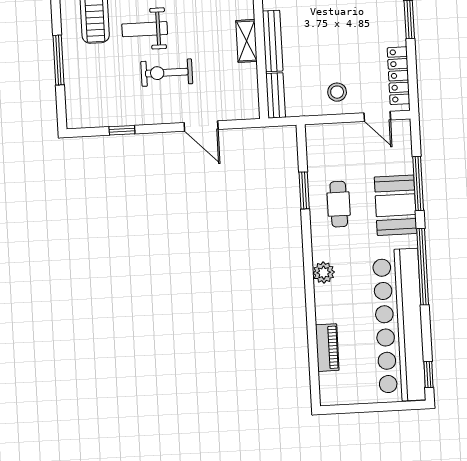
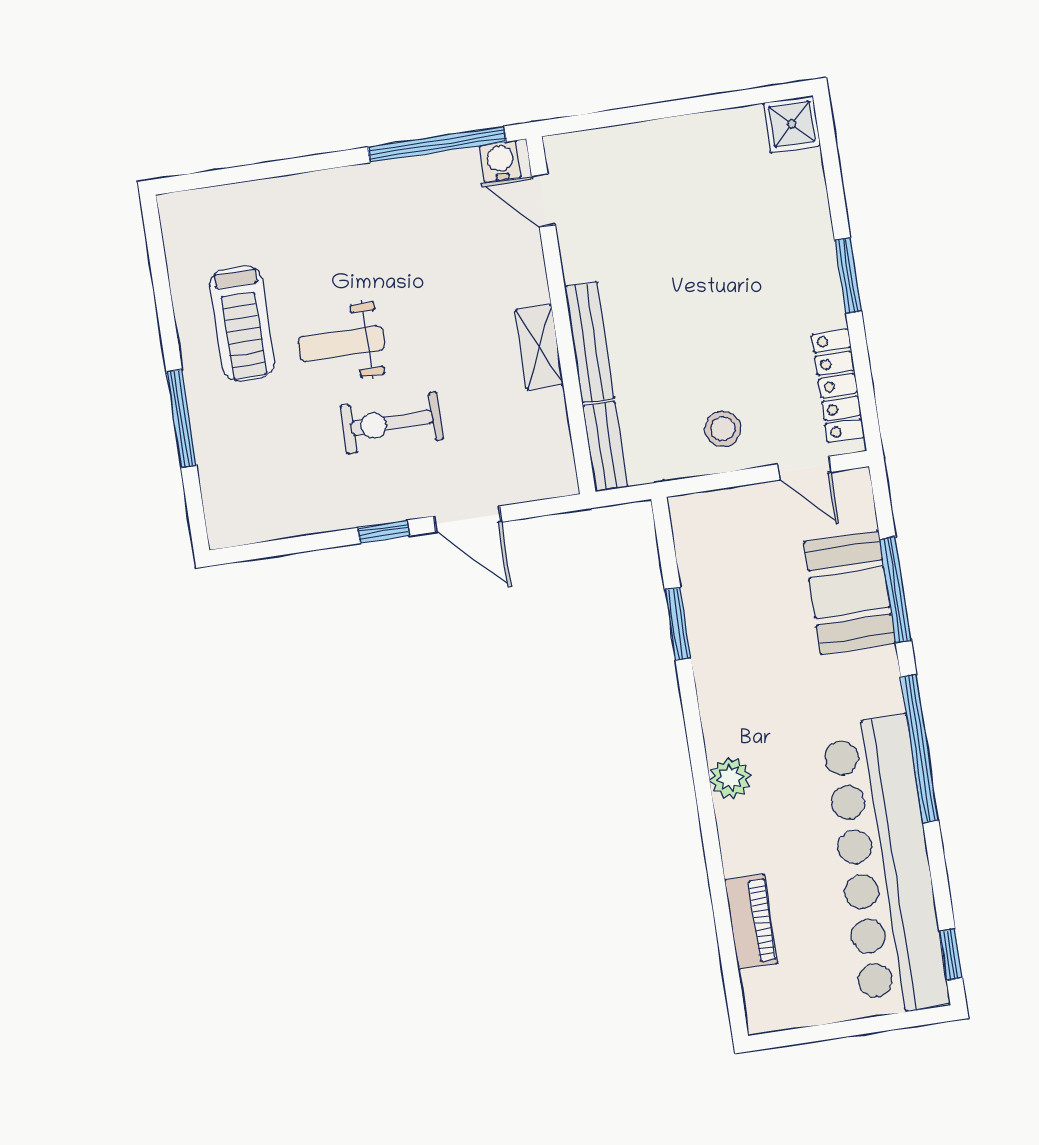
window: (122, 130) -> (383, 532), moved
cafe table: (339, 204) -> (747, 644), removed
booth: (396, 205) -> (850, 592), moved

